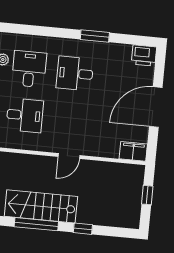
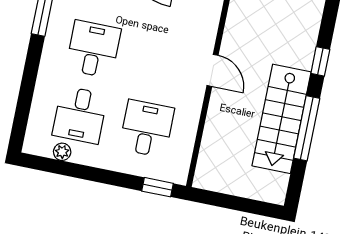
desk: (29, 69) -> (80, 115), turned -90
desk: (75, 73) -> (93, 49), turned 180

